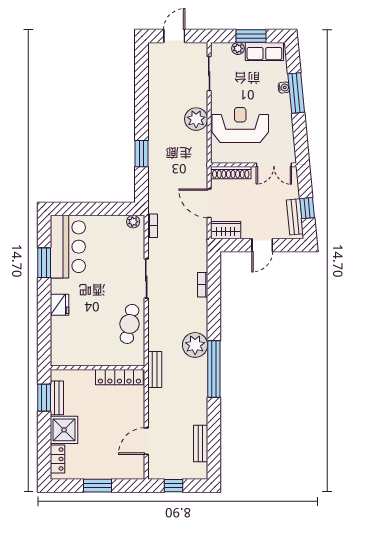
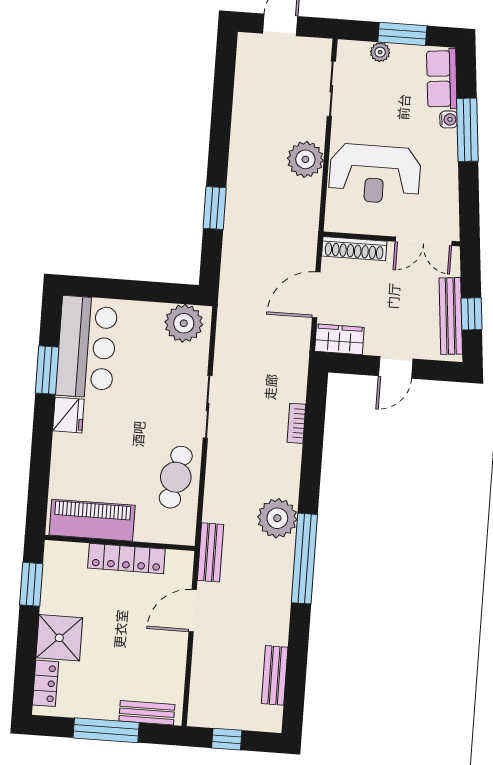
row of seats: (264, 51) -> (442, 79), moved, turned 85
reception desk: (240, 125) -> (375, 174), turned 180
door: (209, 203) -> (316, 295), hinge flipped
bench: (295, 217) -> (451, 316), width x1.36
plant: (133, 222) -> (184, 323), width x1.88, depth x1.88
bookcase: (153, 226) -> (224, 324), removed
fridge: (59, 305) -> (68, 415), moved
piano: (79, 355) -> (92, 520), added
locker: (119, 377) -> (126, 559), moved
bench: (57, 398) -> (147, 713), moved, turned 90
door: (146, 441) -> (193, 611), moved
window: (98, 486) -> (106, 730), width x1.44

